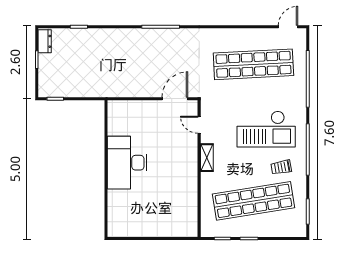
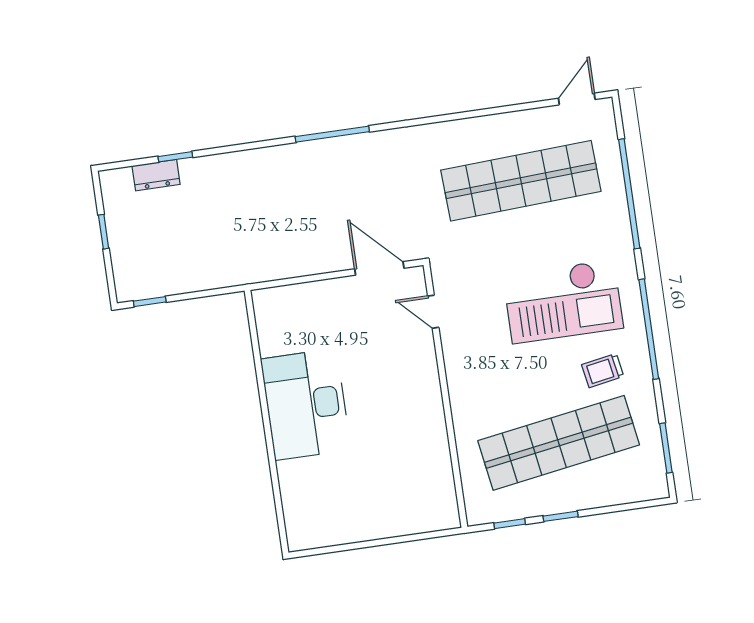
dresser: (45, 41) -> (156, 175), moved, turned 90
door: (175, 99) -> (379, 268), hinge flipped
shelving: (207, 158) -> (457, 373), removed

